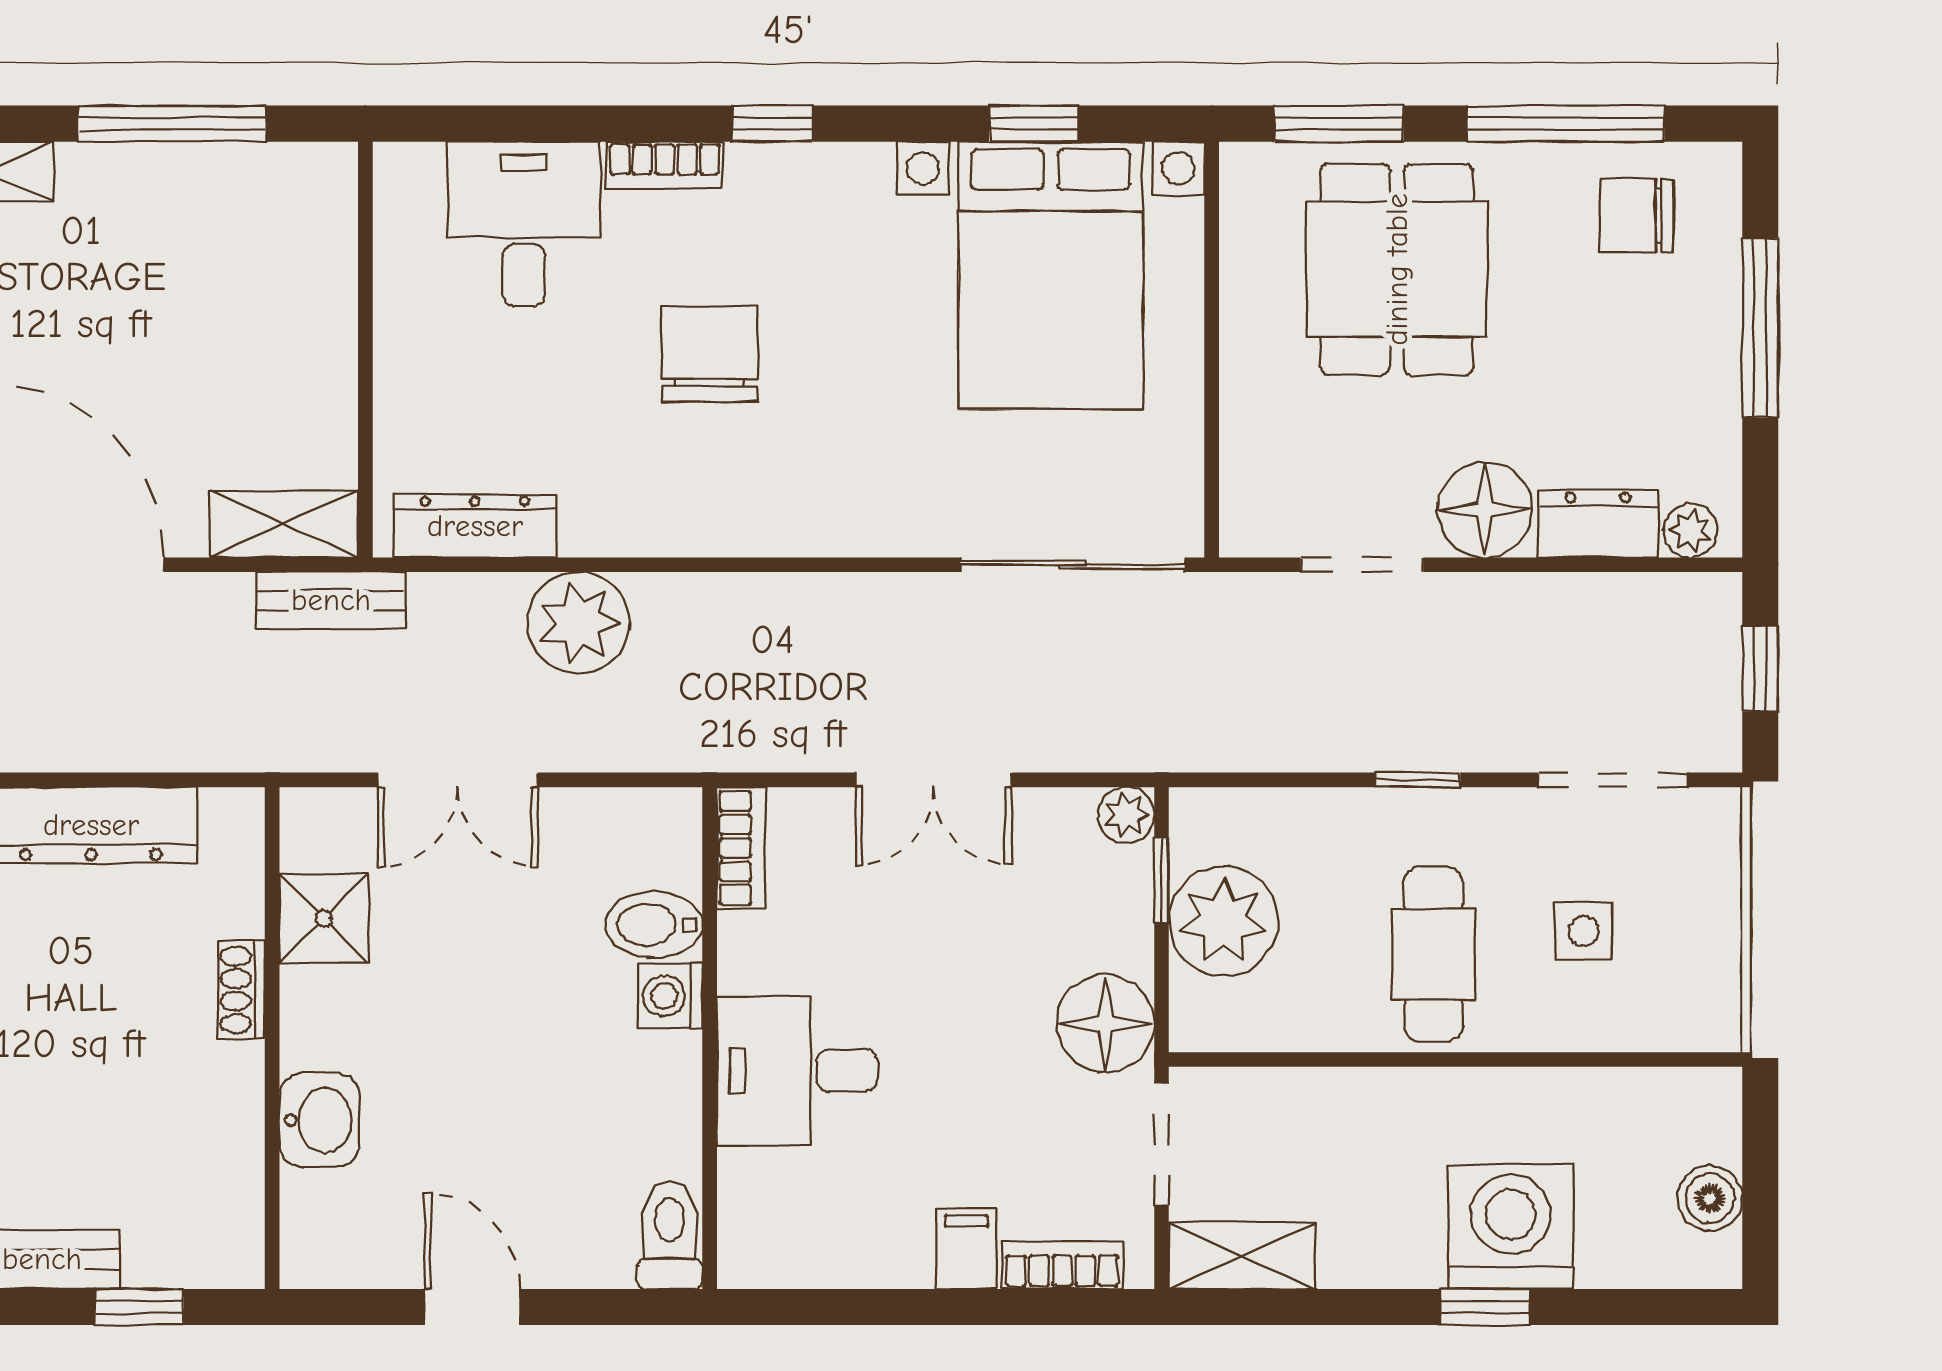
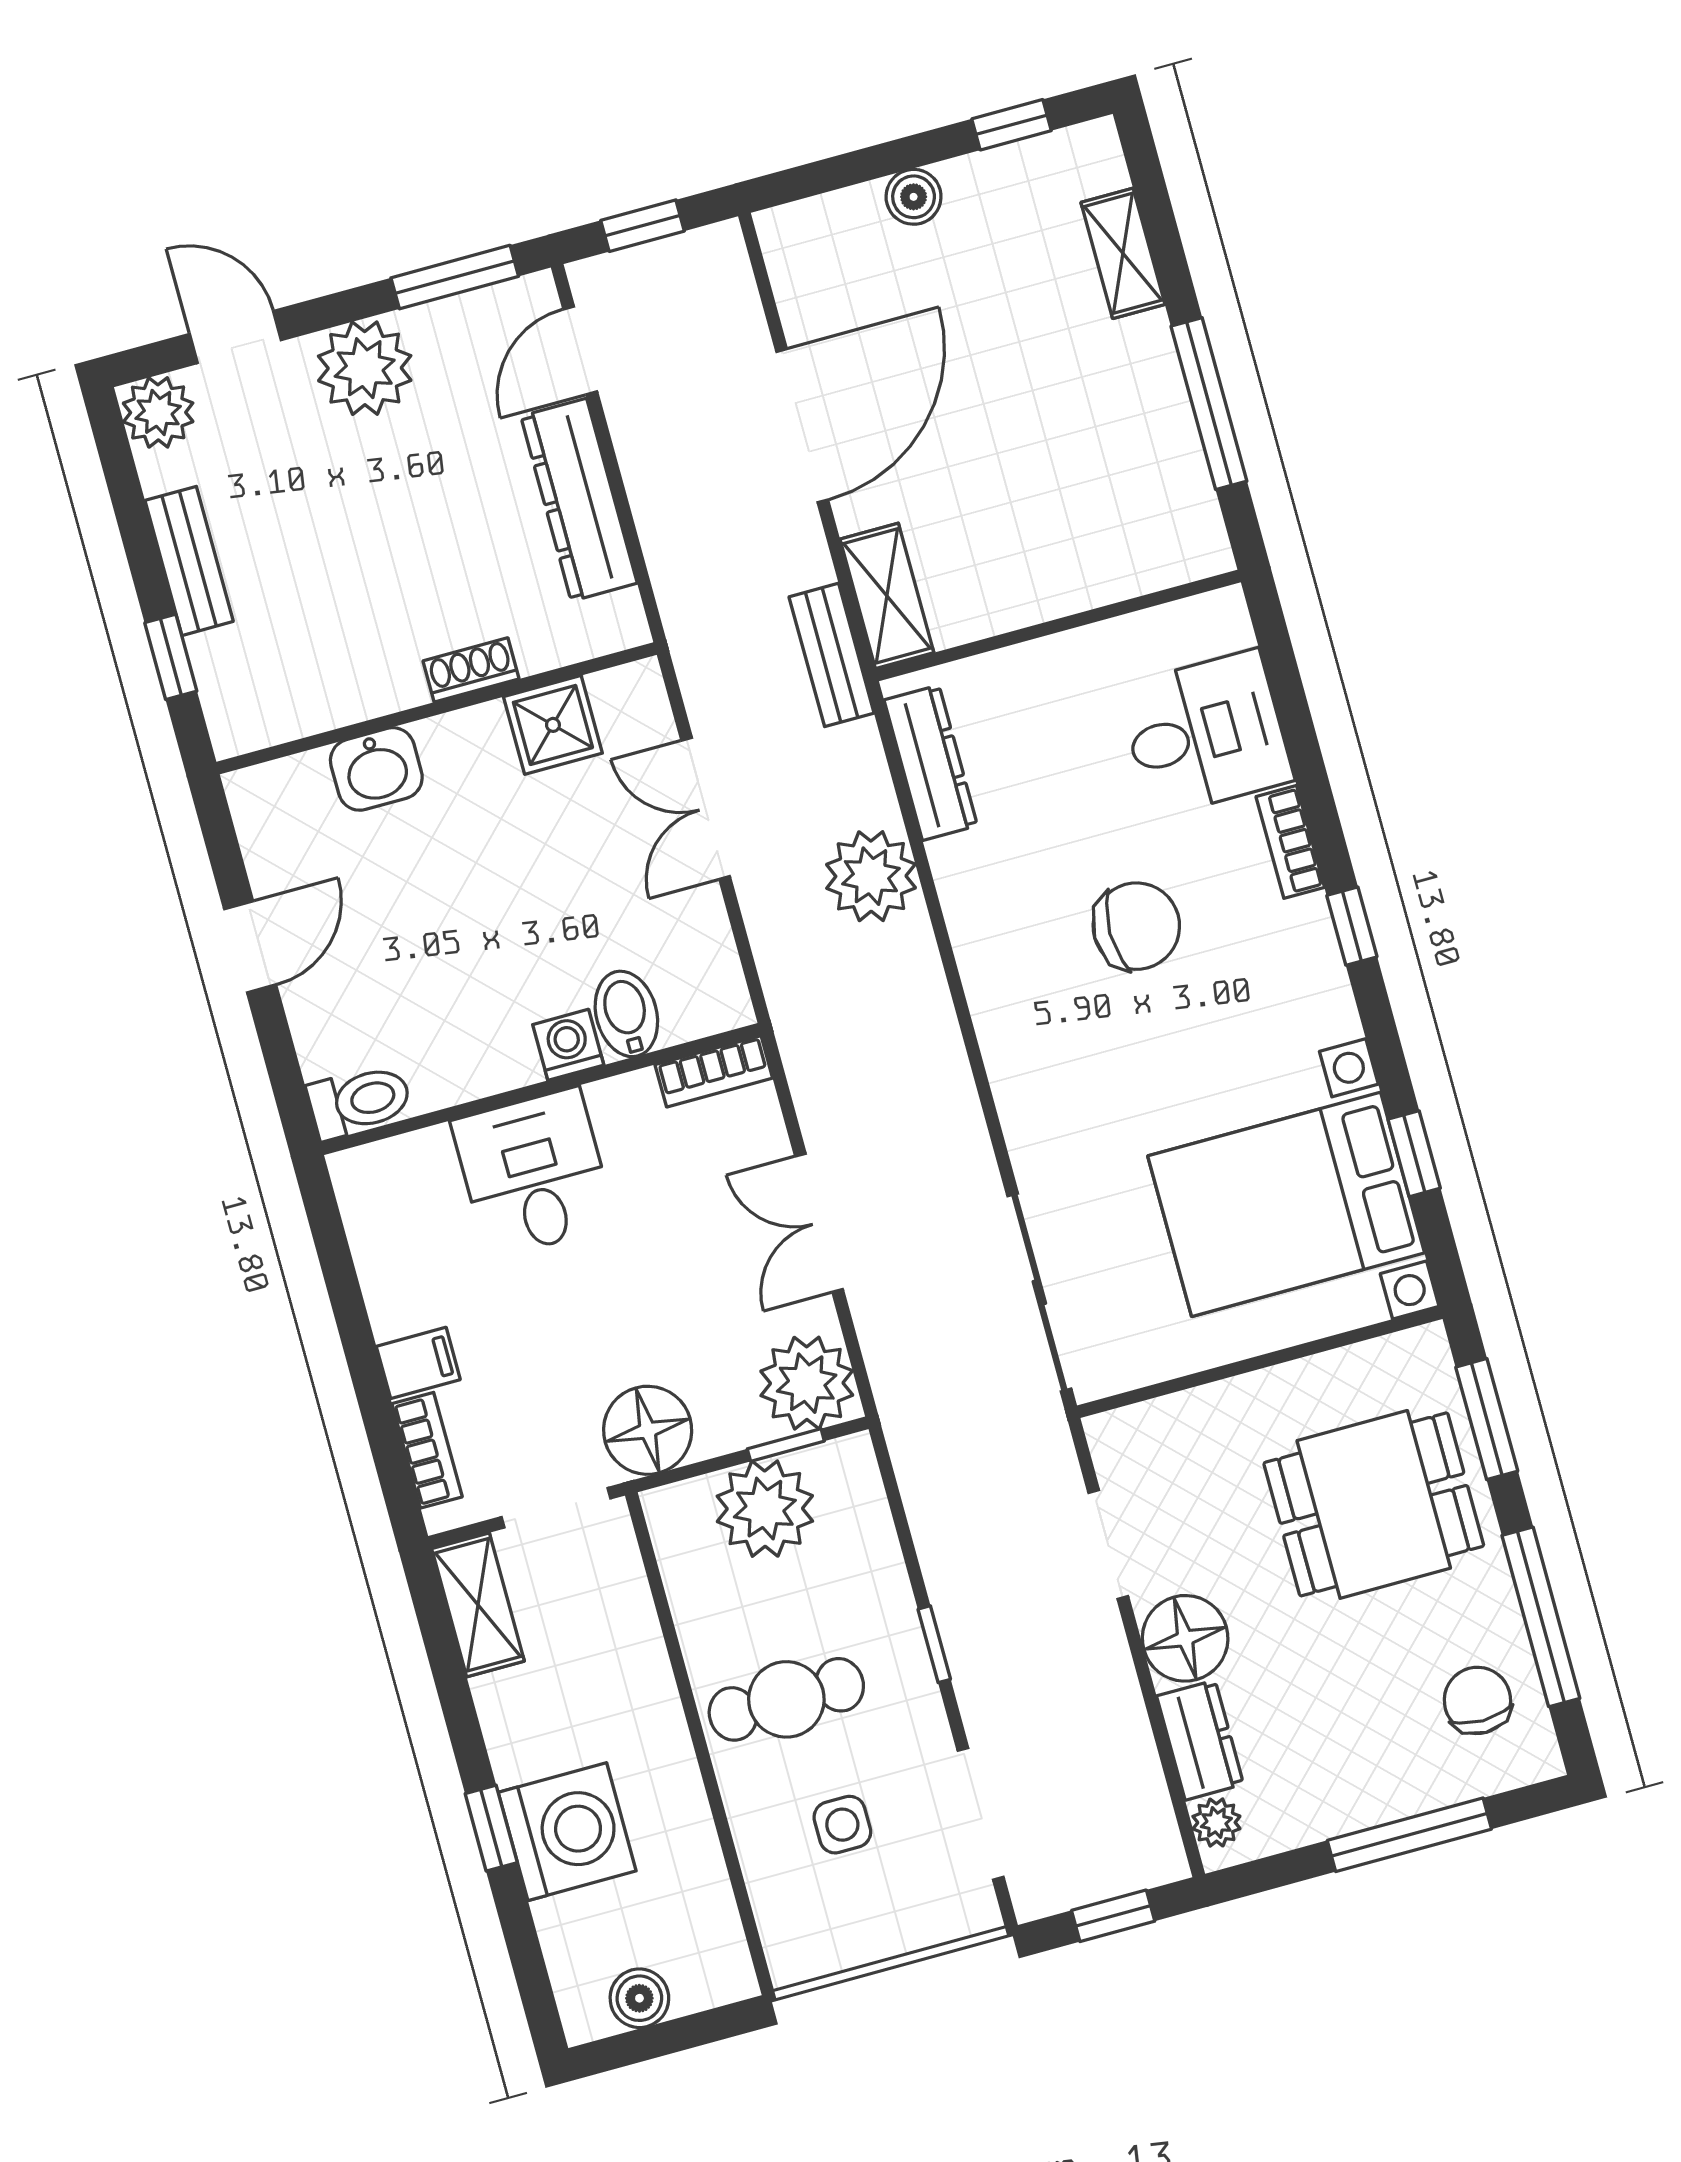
plant: (1126, 815) -> (807, 1383), width x1.87, depth x1.87

